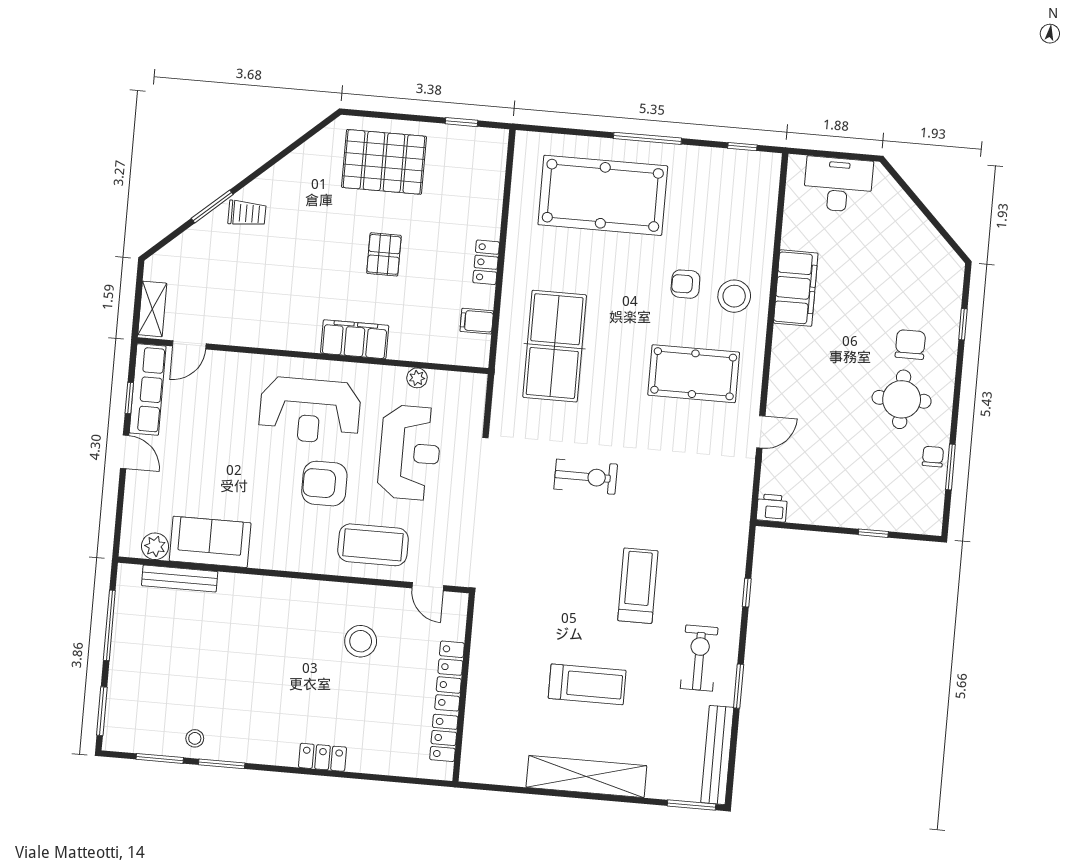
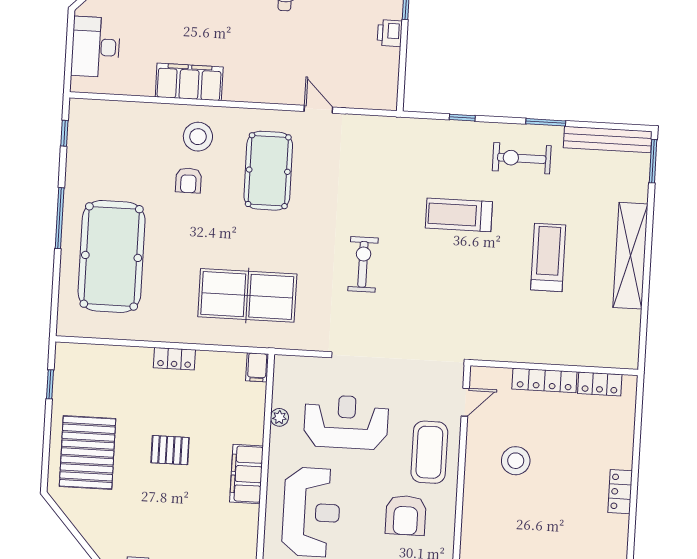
filing cabinet: (477, 321) -> (257, 367), moved
armchair: (324, 484) -> (406, 515), moved
printer: (772, 508) -> (390, 33), moved

